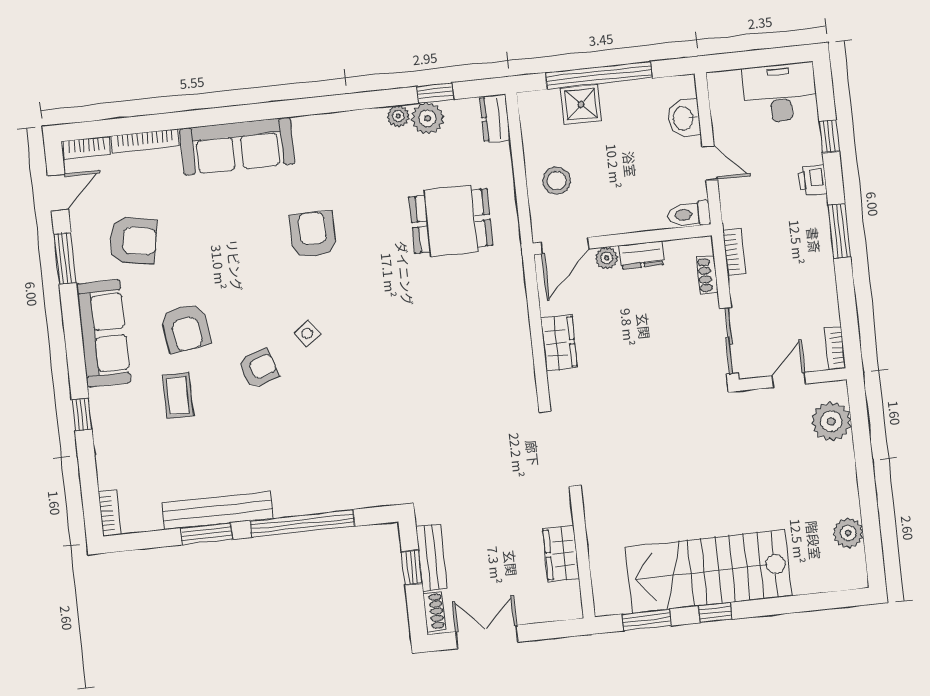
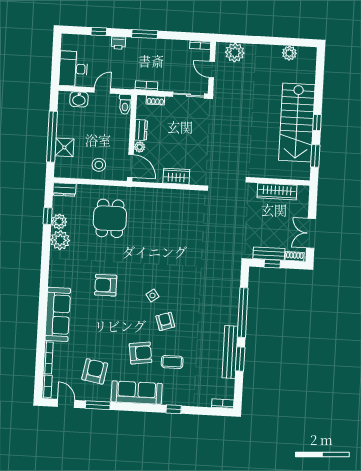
desk: (780, 93) -> (73, 69), moved
plant: (398, 116) -> (60, 240), width x1.88, depth x1.88
wardrobe: (561, 554) -> (277, 192), width x1.50

